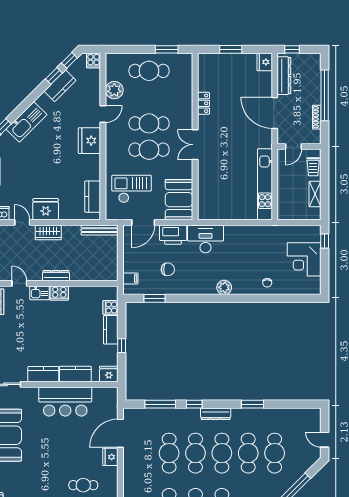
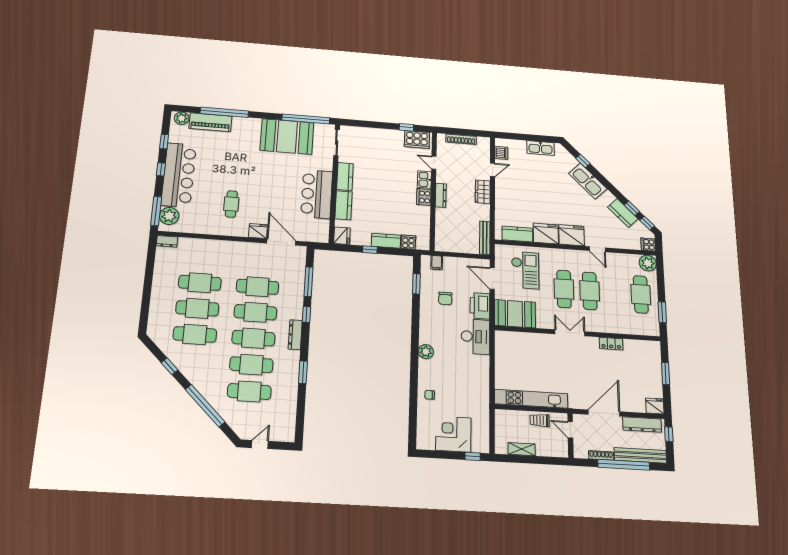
bench: (314, 79) -> (640, 455), added
plant: (114, 90) -> (648, 263), moved
trolley: (313, 167) -> (540, 420), moved
fridge: (46, 209) -> (546, 234), moved, turned -90
door: (19, 283) -> (434, 163), swing flipped

